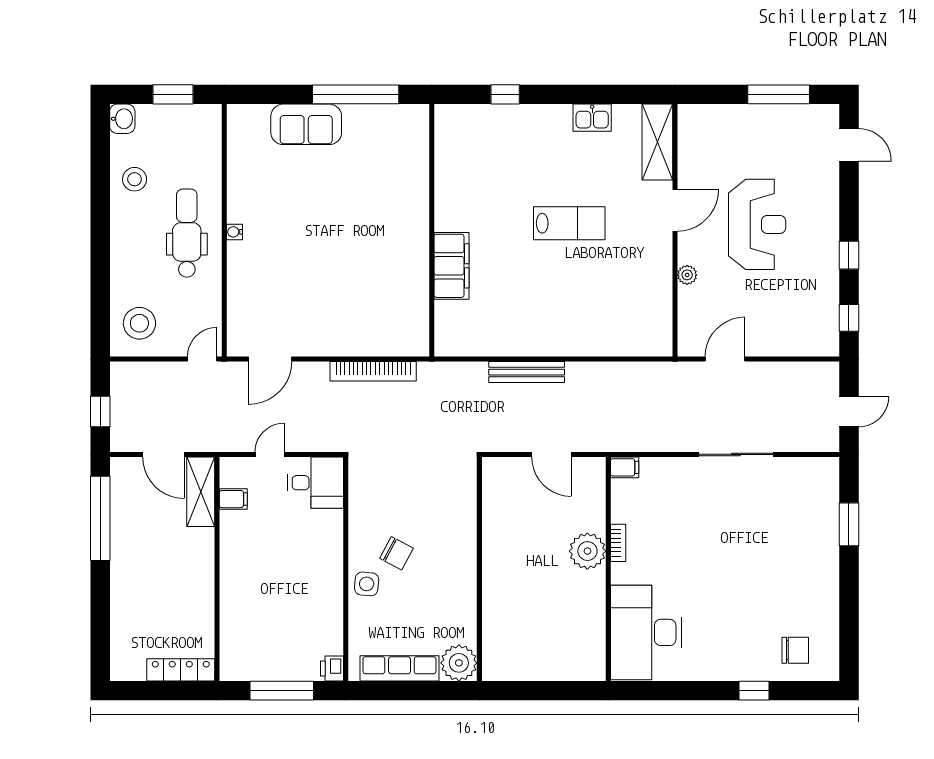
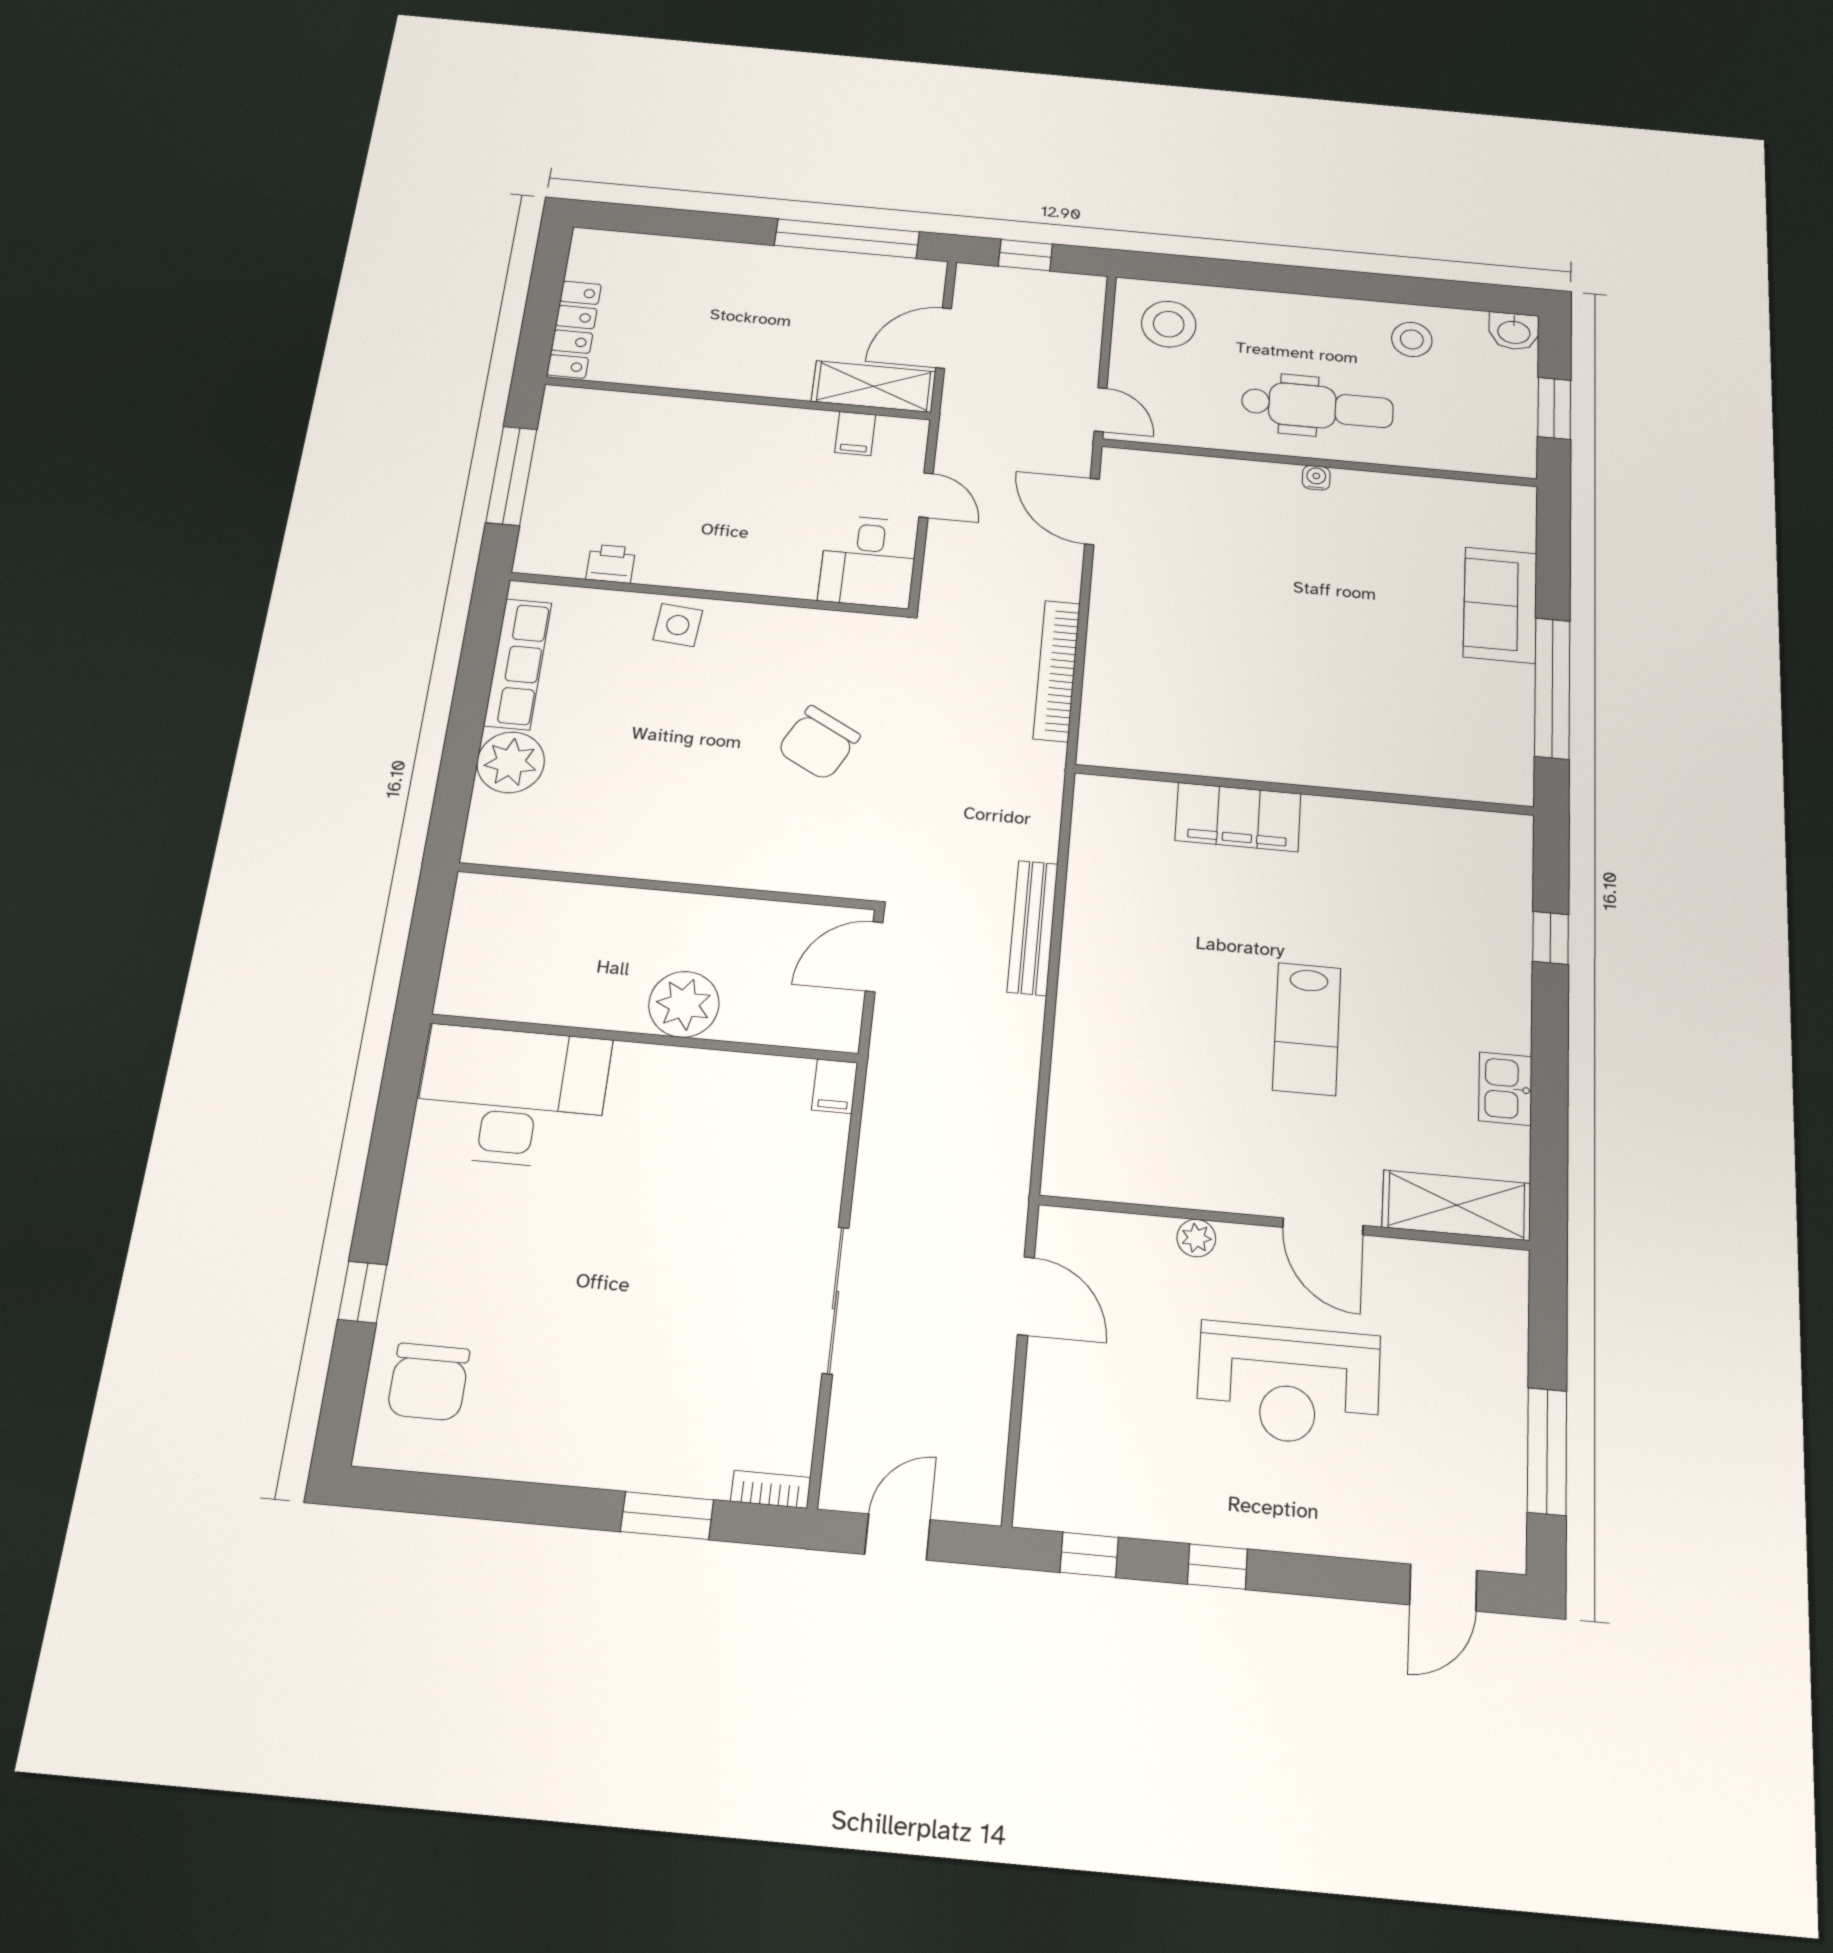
door: (849, 412) -> (898, 1537), swing flipped
bookcase: (618, 543) -> (771, 1489), moved, turned 180
chair: (397, 553) -> (819, 743), moved, width x1.37, depth x1.37
wall: (479, 569) -> (667, 886), moved
chair: (795, 650) -> (428, 1382), width x1.37, depth x1.37
printer: (332, 668) -> (611, 564), moved

